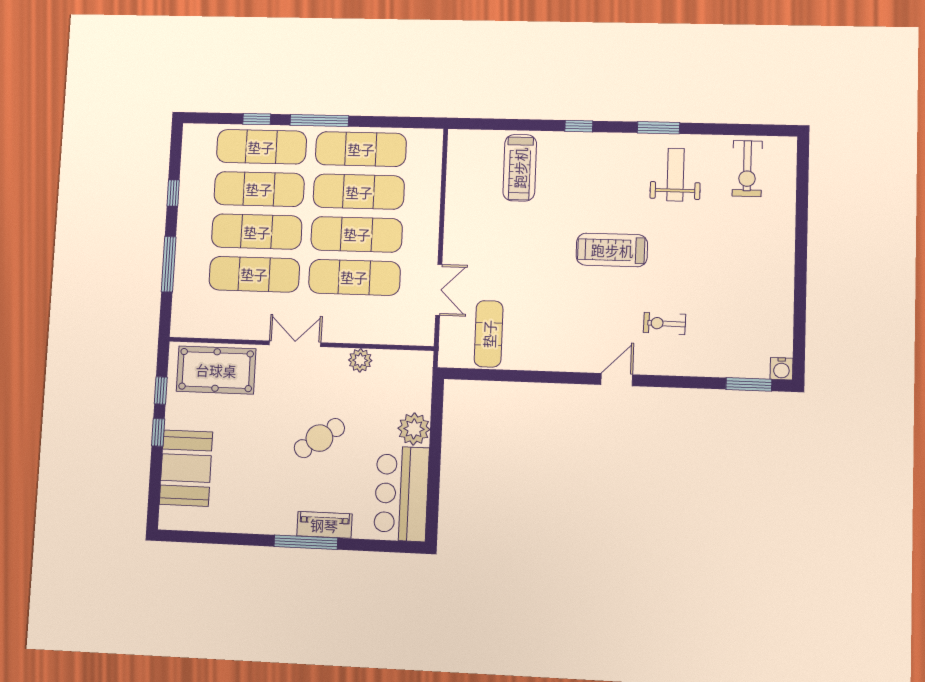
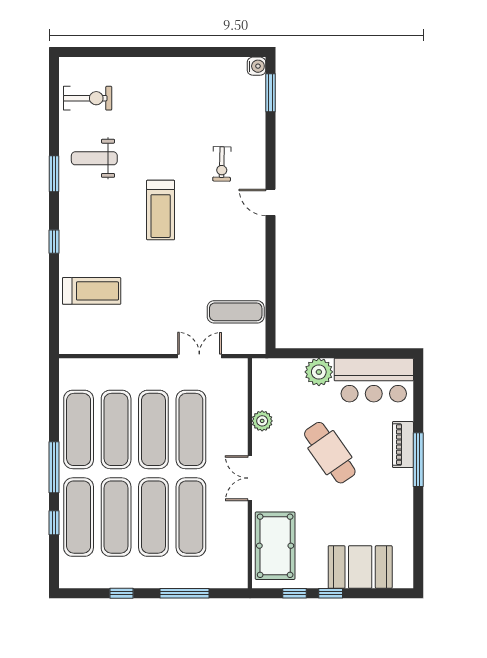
cafe table: (319, 438) -> (330, 453), width x1.37, depth x1.35

